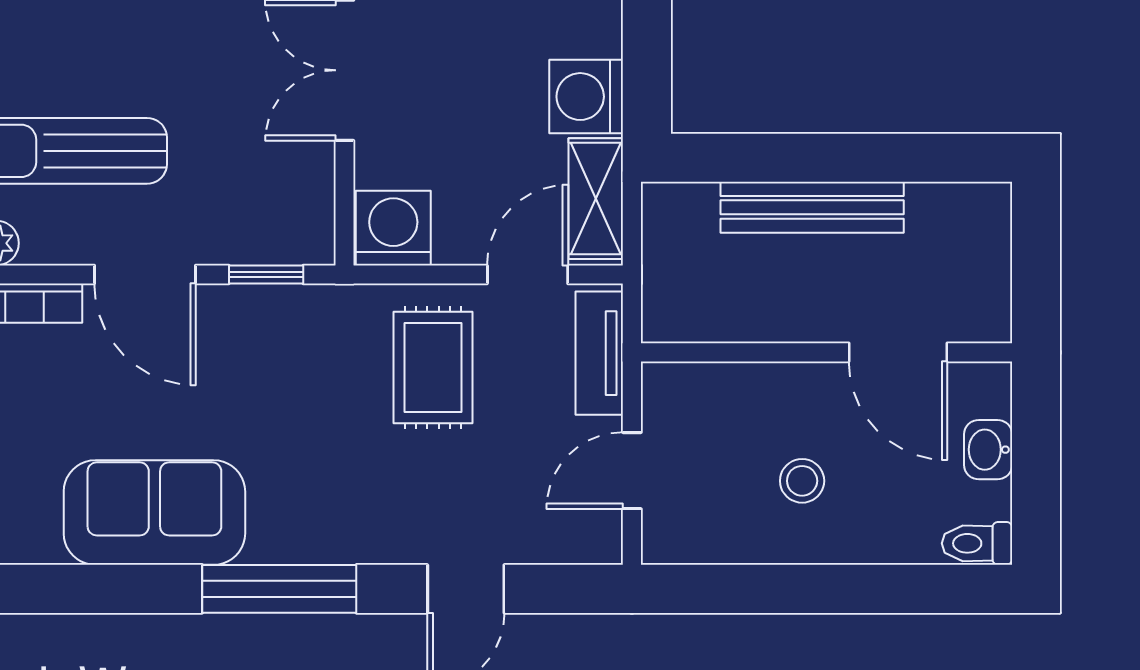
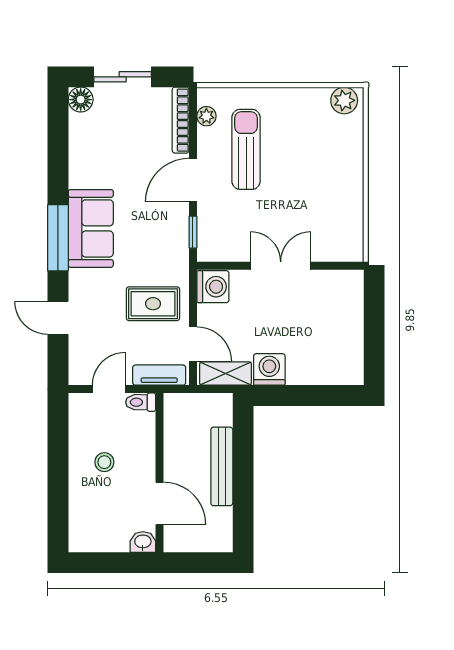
door: (898, 352) -> (160, 503), swing flipped
washbasin: (988, 450) -> (143, 542), moved
door: (632, 471) -> (109, 389), hinge flipped
sofa: (154, 512) -> (91, 228), moved
toilet: (977, 543) -> (141, 402), moved, turned -90

